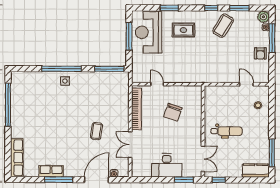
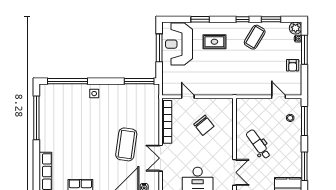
window: (62, 69) -> (67, 81), moved
window: (272, 108) -> (304, 121), added
chair: (173, 112) -> (204, 125), turned -58
coffee table: (97, 131) -> (126, 144), width x1.86, depth x1.72
dental chair: (227, 131) -> (258, 144), turned -126

